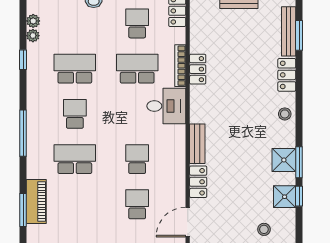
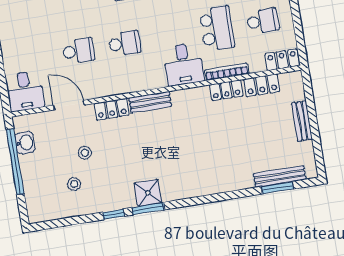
locker: (287, 75) -> (262, 85), moved, turned 180
stool: (285, 114) -> (85, 153), moved
shower: (285, 197) -> (111, 200), removed

